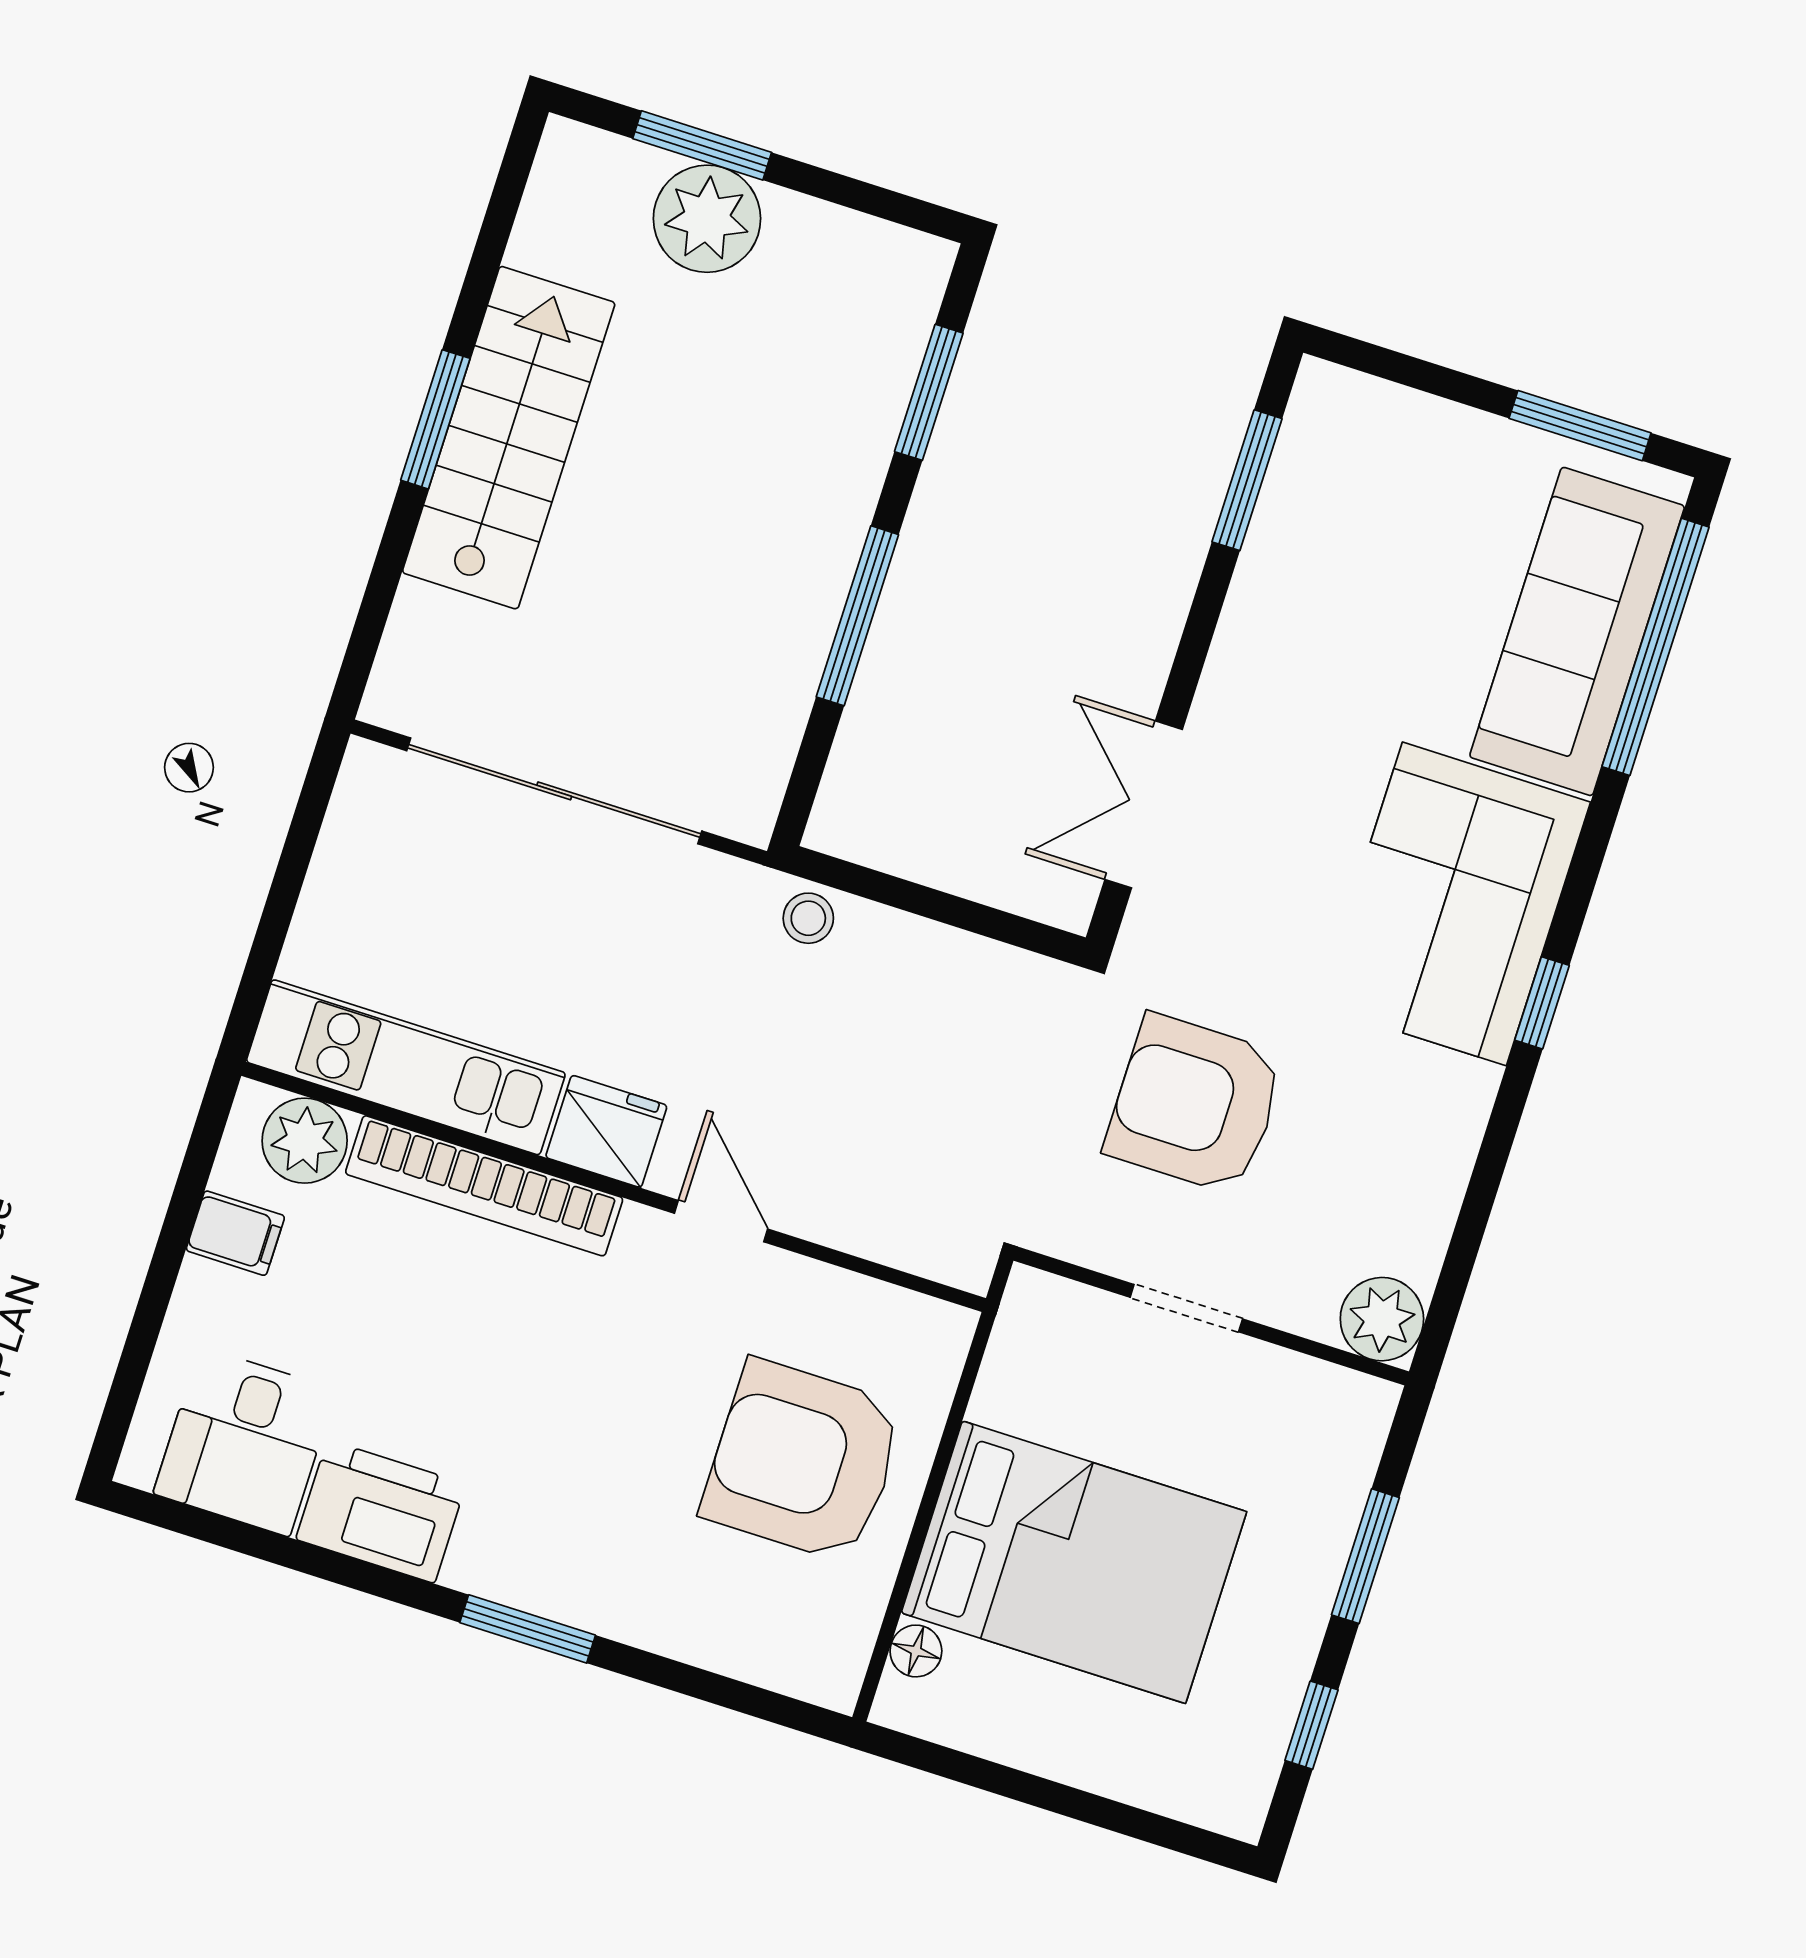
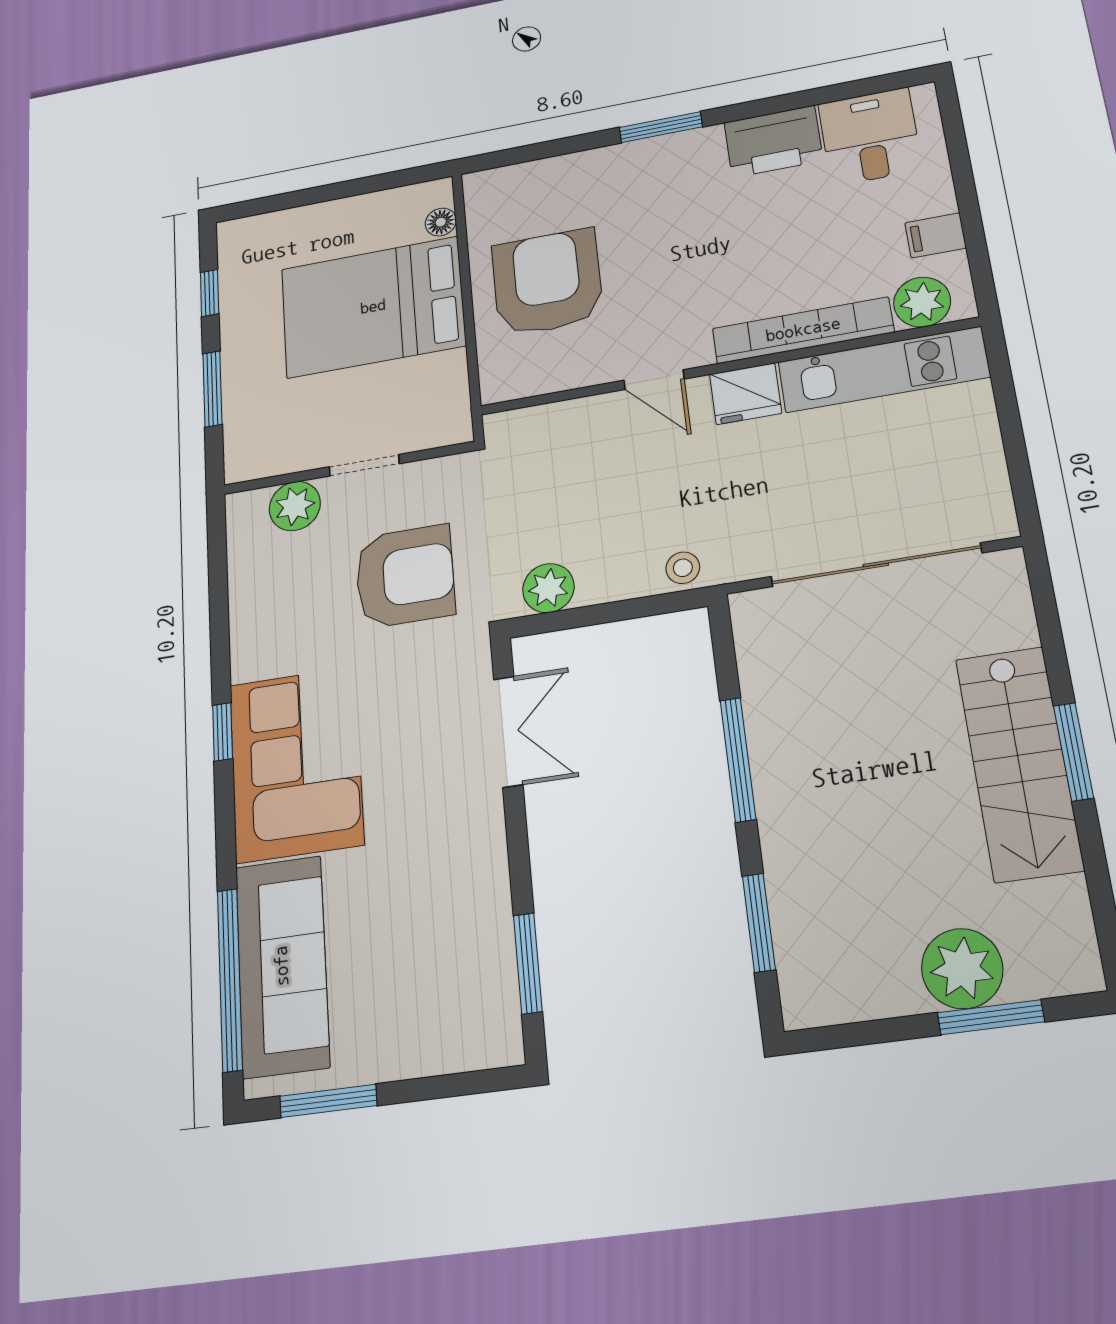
plant: (1003, 983) -> (548, 588), added
plant: (1382, 1319) -> (295, 506), moved
armchair: (803, 1461) -> (547, 282), turned -90

